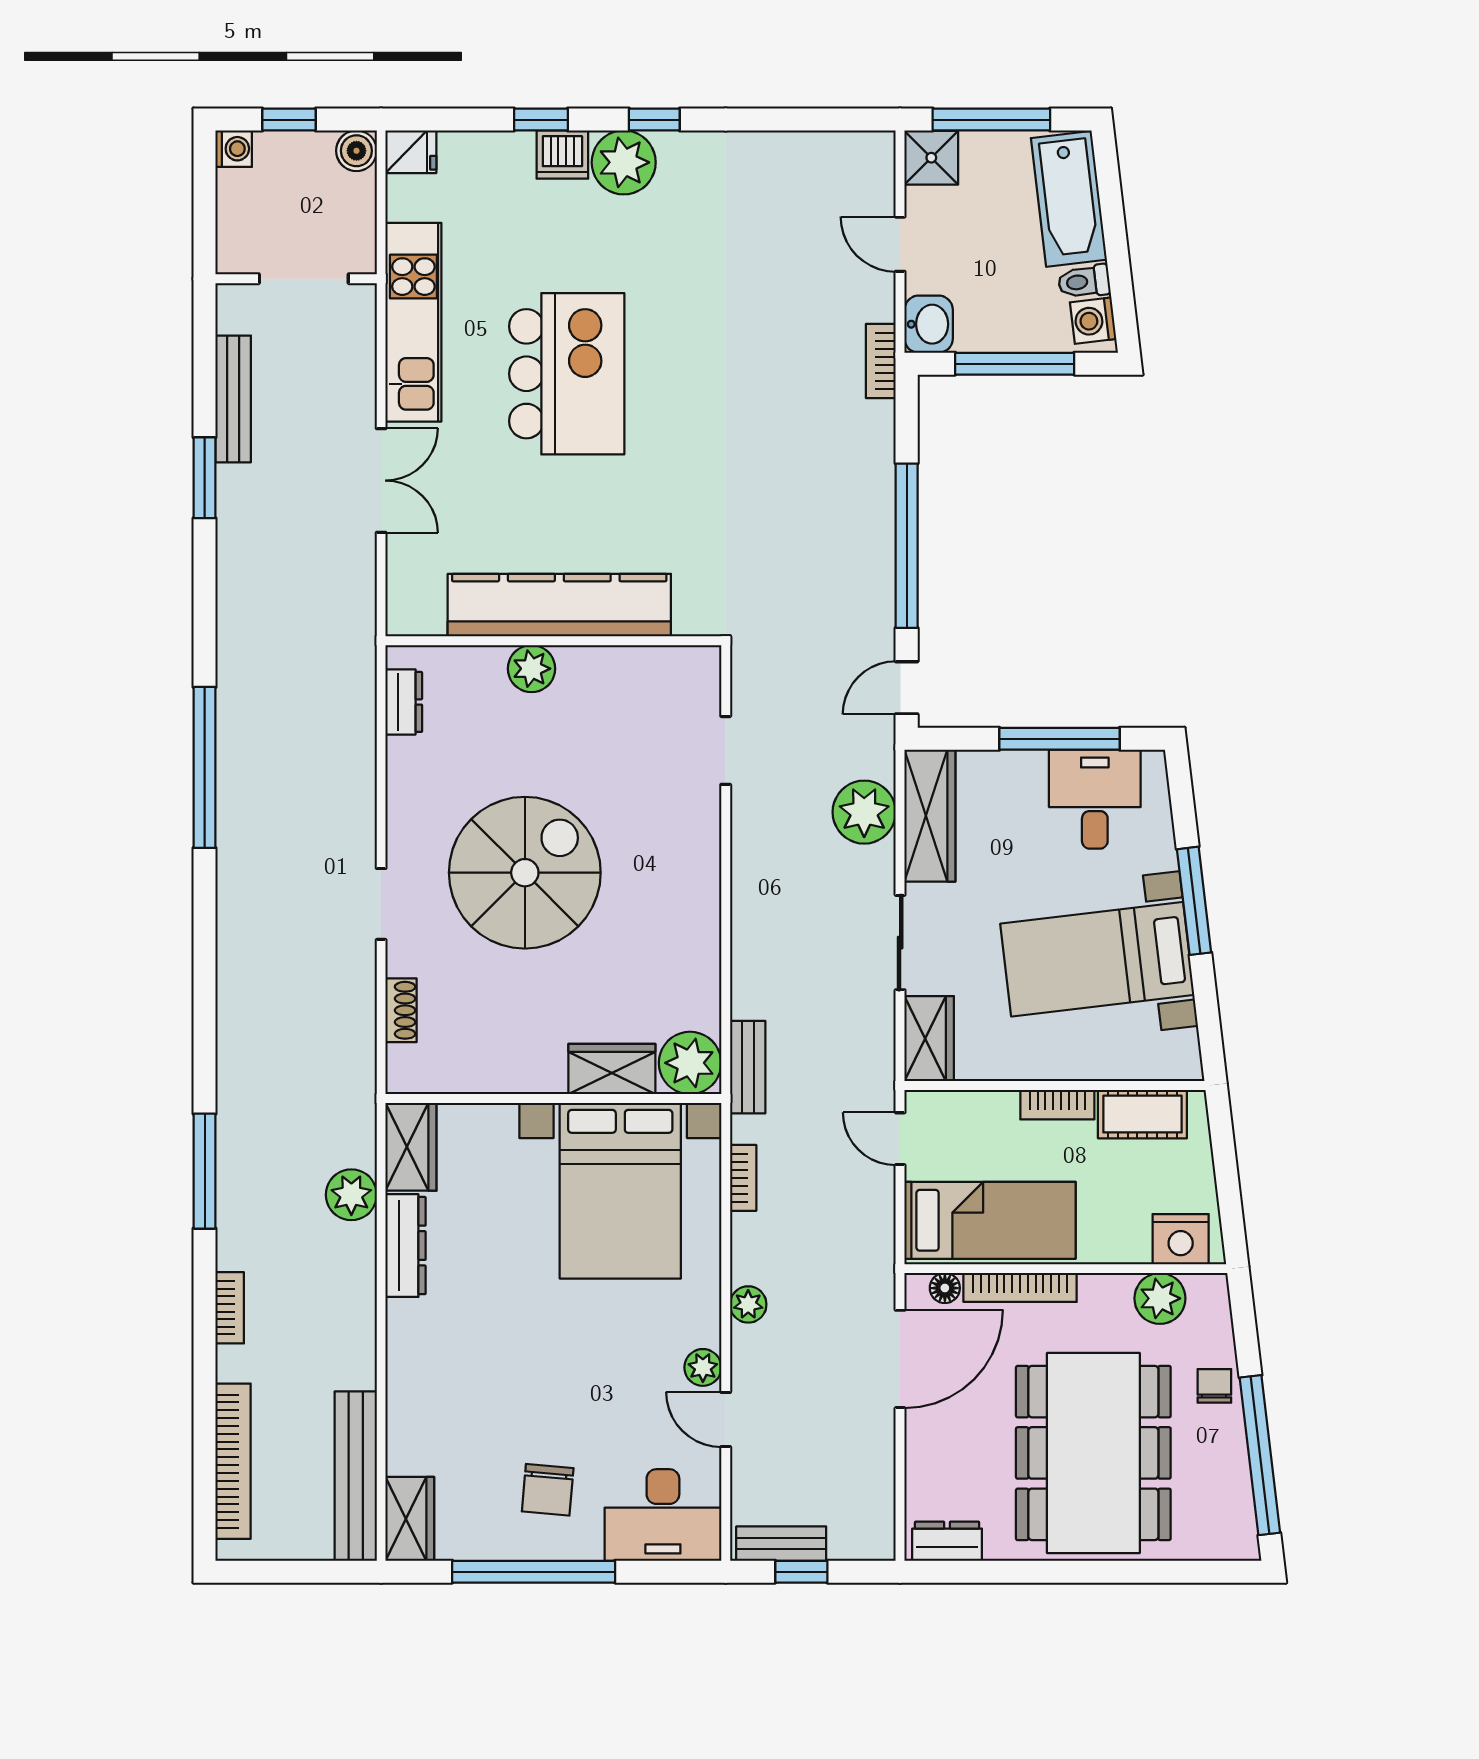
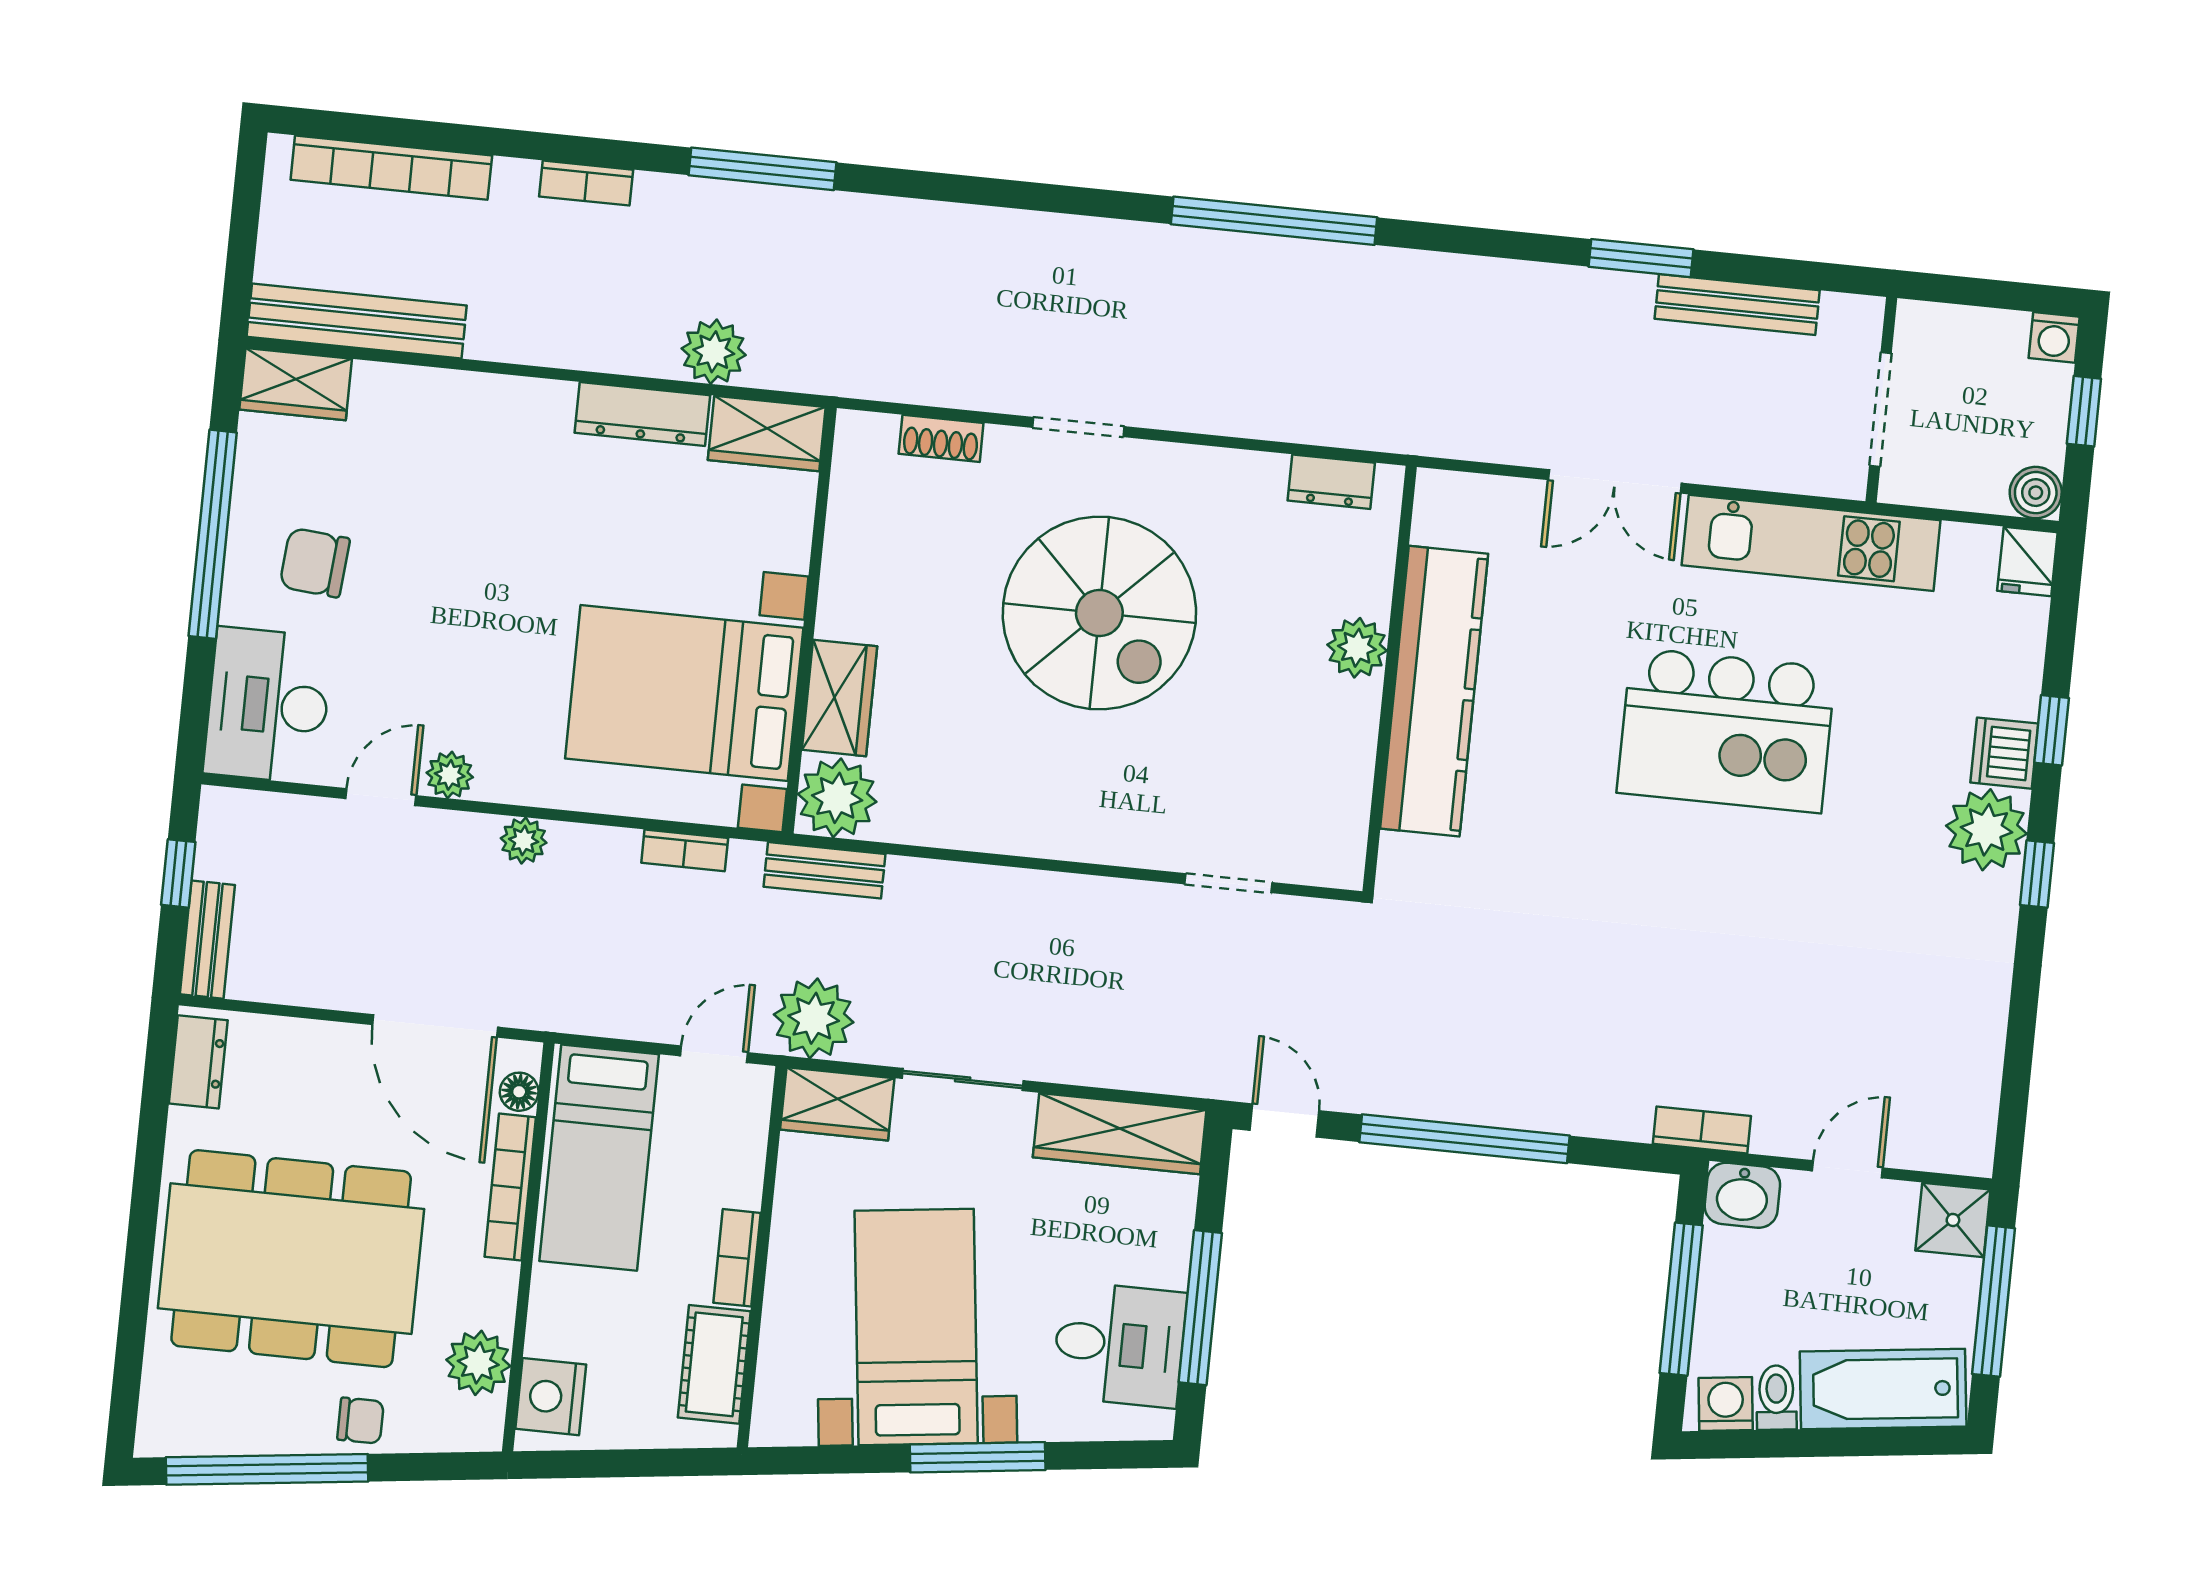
plant: (864, 812) -> (814, 1018), moved
bench: (781, 1544) -> (207, 940), moved

